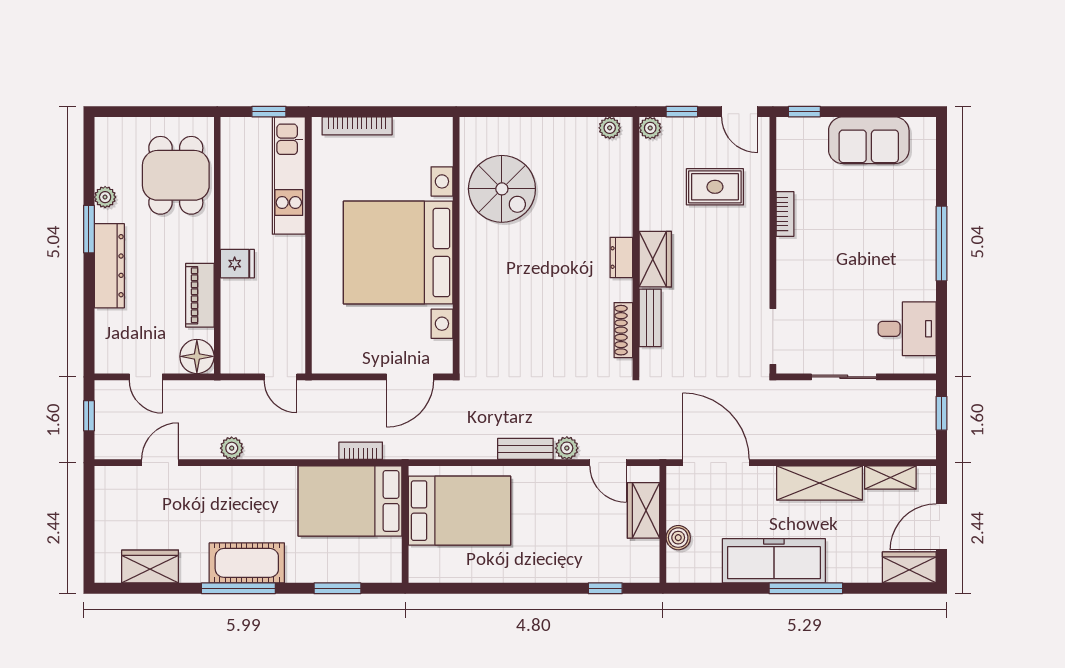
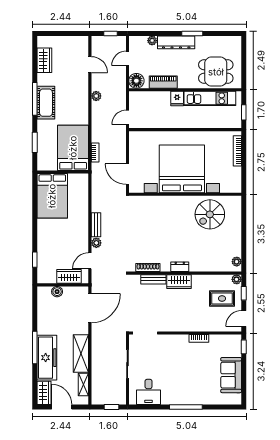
kitchen unit: (289, 176) -> (210, 98), moved, turned 180
rug: (715, 187) -> (222, 299), moved, turned 90
plant: (105, 197) -> (152, 41), moved
bed: (459, 511) -> (52, 196), moved
freezer: (774, 561) -> (47, 358), moved

